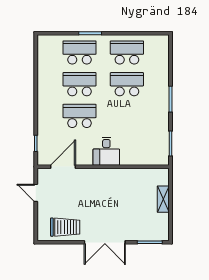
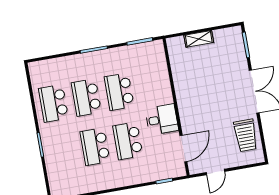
school desk: (79, 52) -> (119, 92), moved
desk: (106, 151) -> (162, 119), moved
door: (63, 167) -> (183, 149), swing flipped
trolley: (65, 227) -> (246, 135), turned 180

